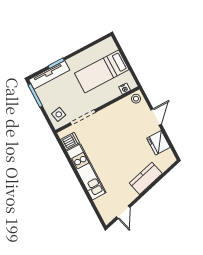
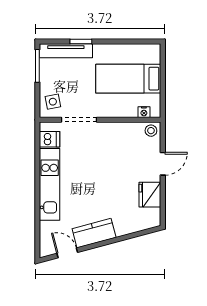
kitchen counter: (146, 178) -> (94, 233), moved
door: (123, 212) -> (67, 253), swing flipped

